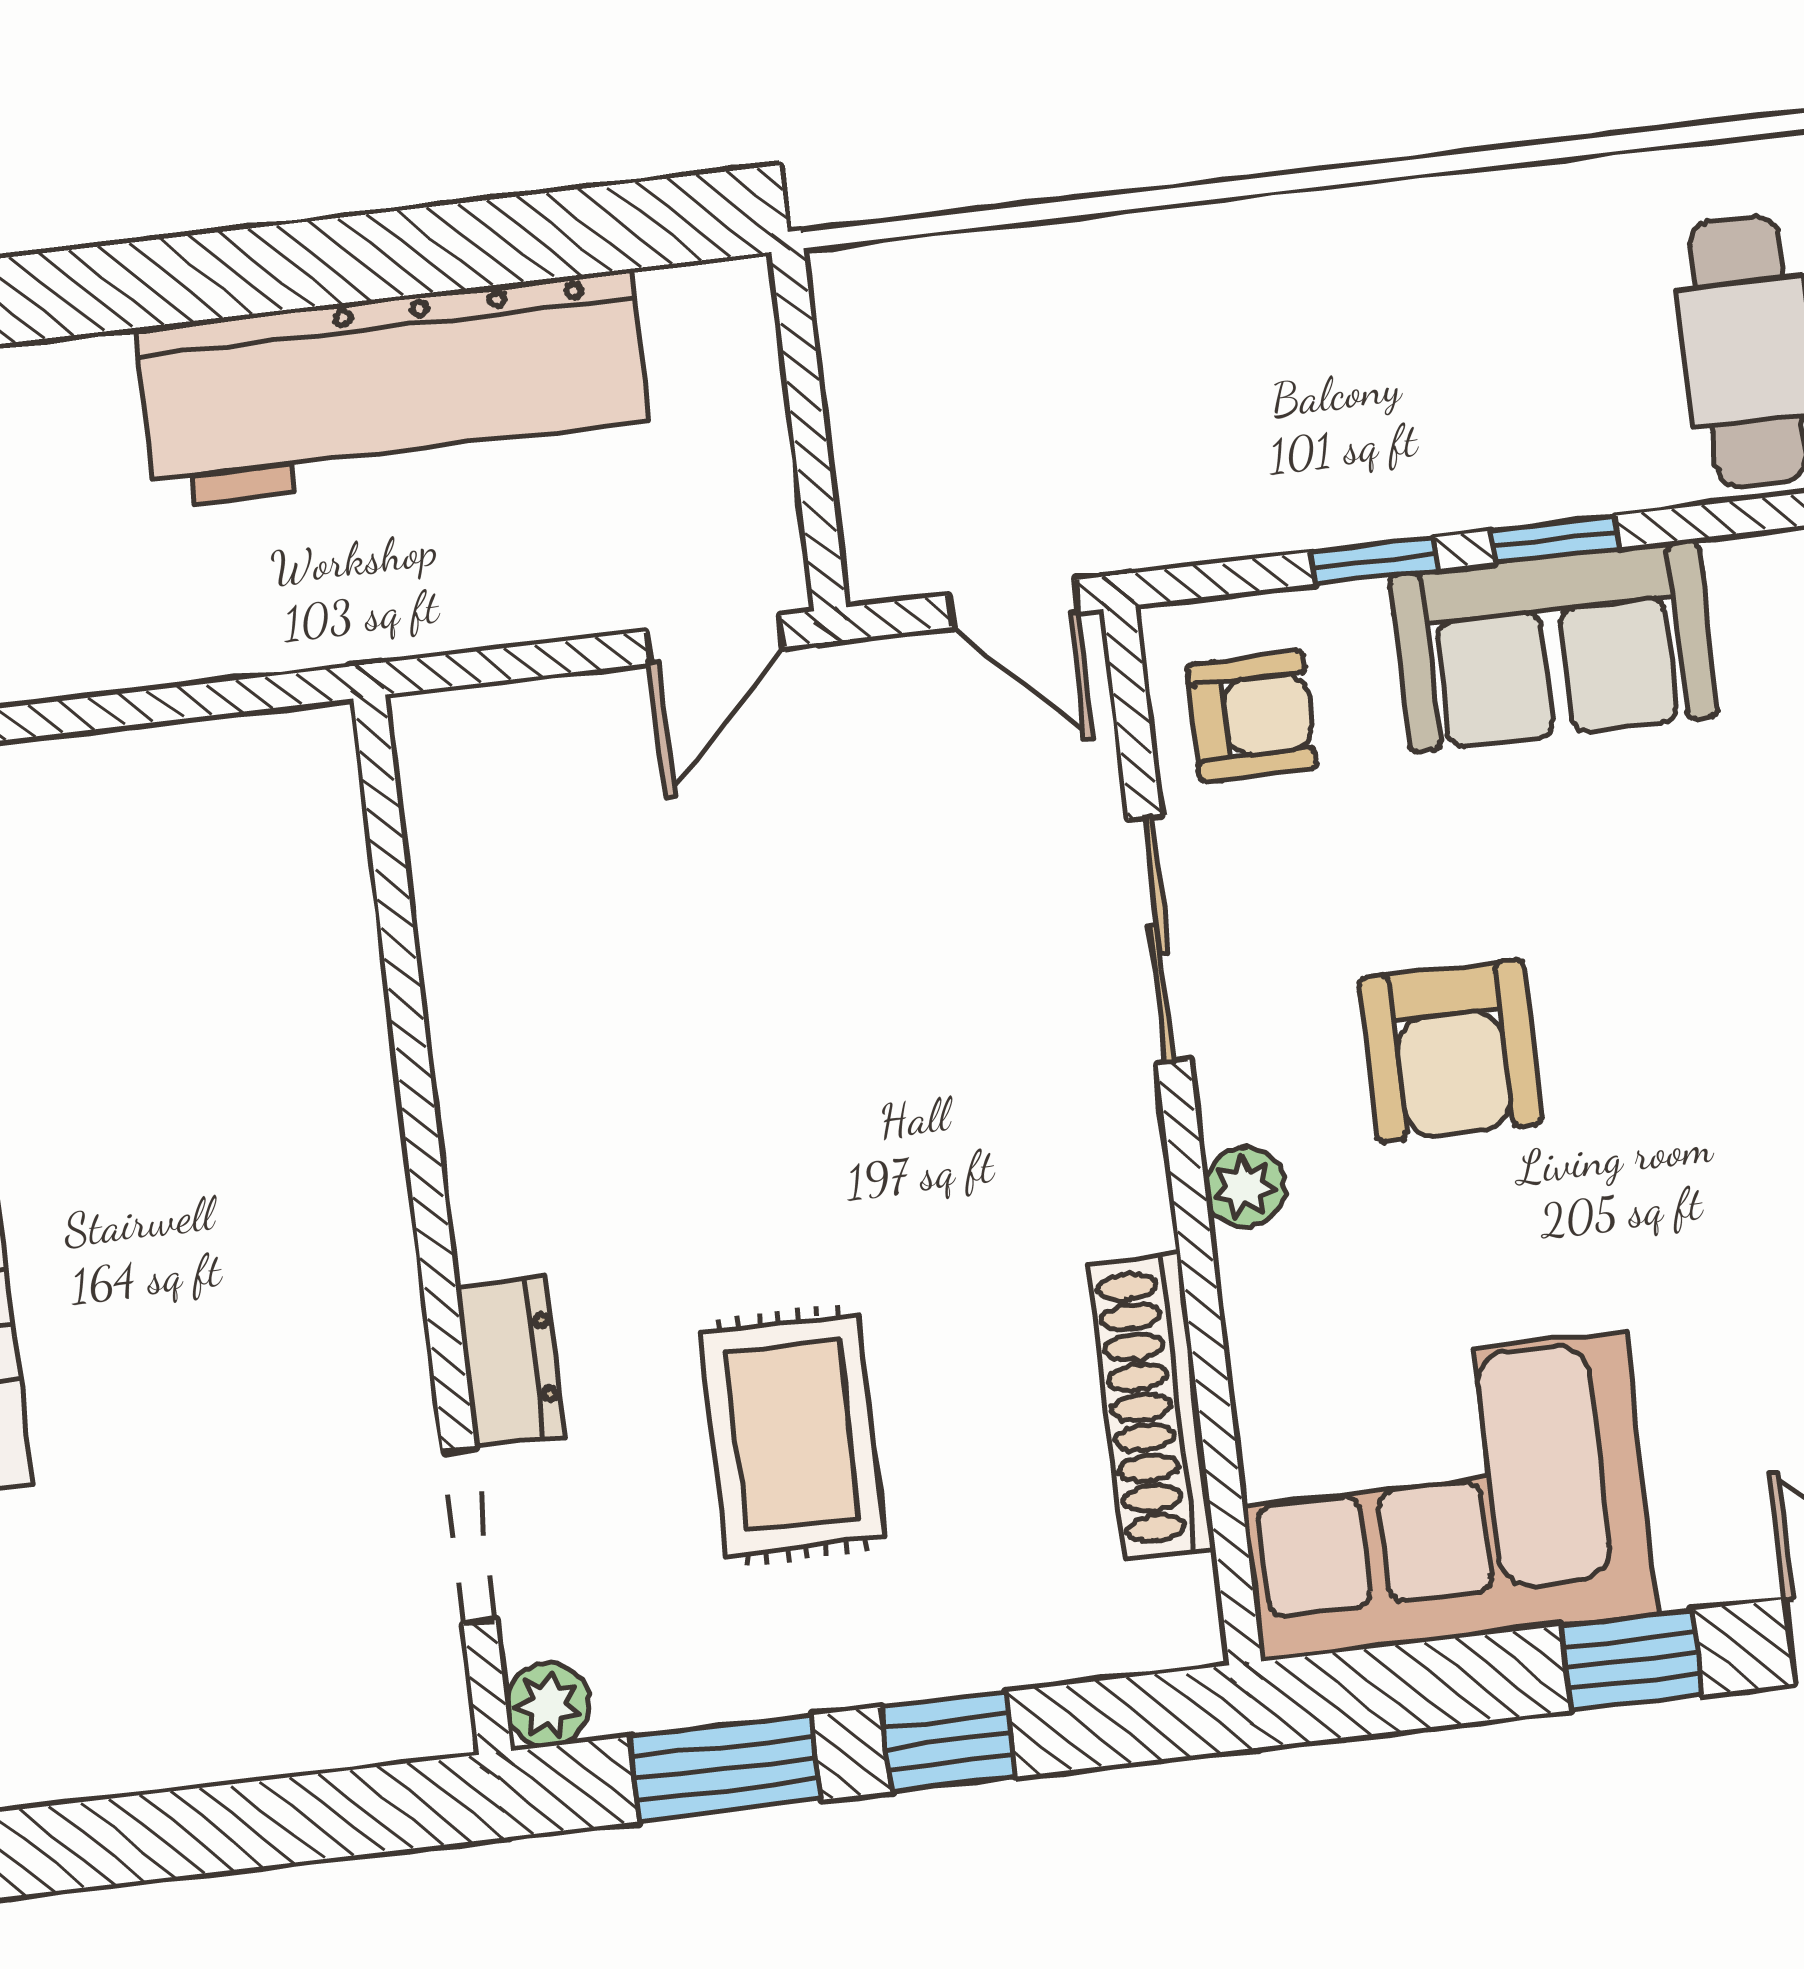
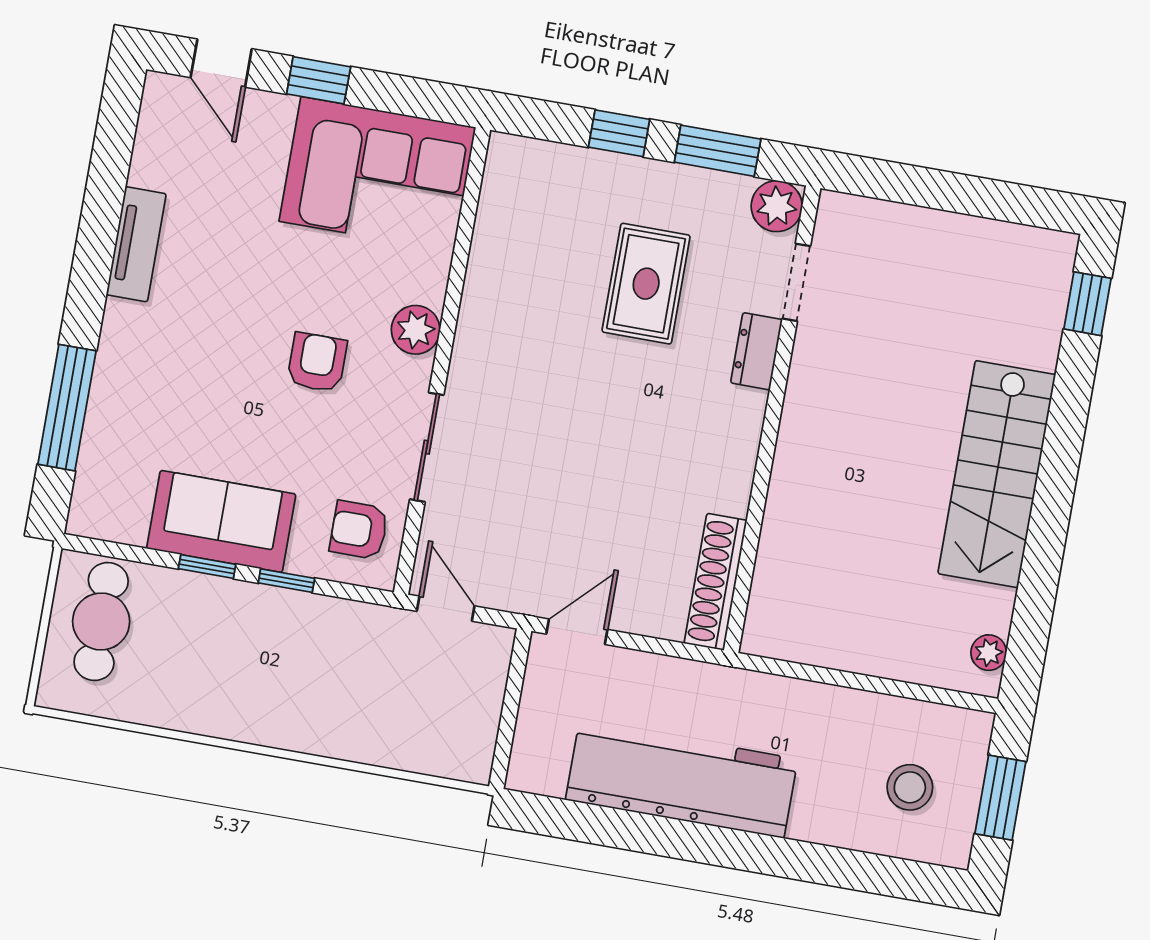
armchair: (1451, 1051) -> (317, 362), width x0.72, depth x0.72
plant: (1245, 1187) -> (416, 330), width x1.38, depth x1.38
shoe rack: (1152, 1406) -> (716, 582), moved, turned 180
plant: (548, 1705) -> (777, 206), width x1.38, depth x1.38

